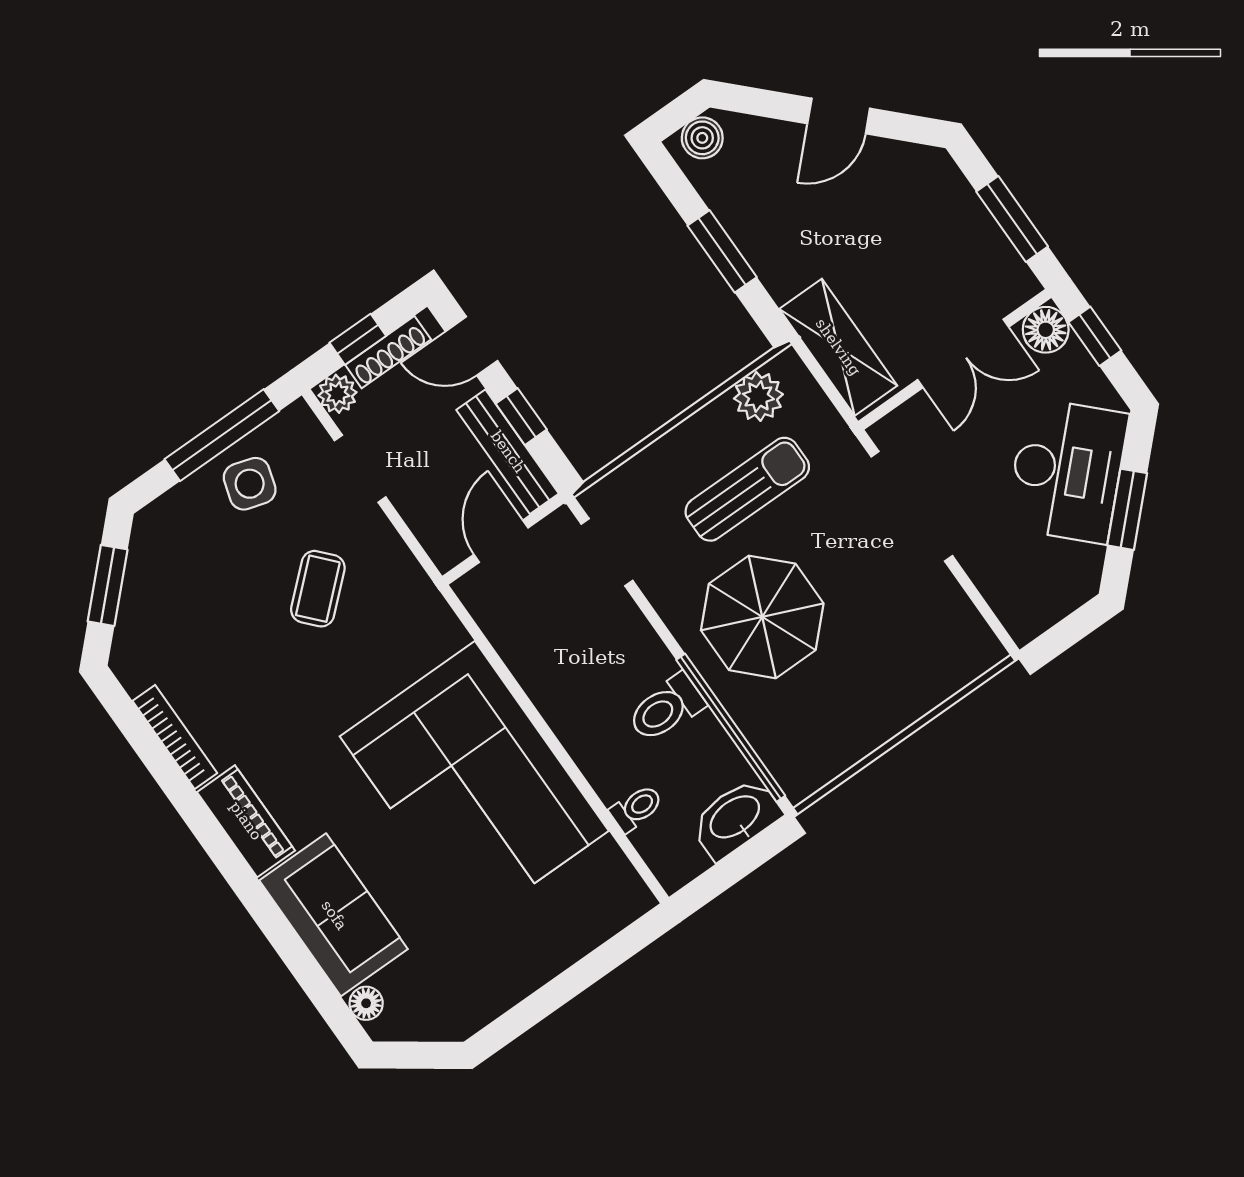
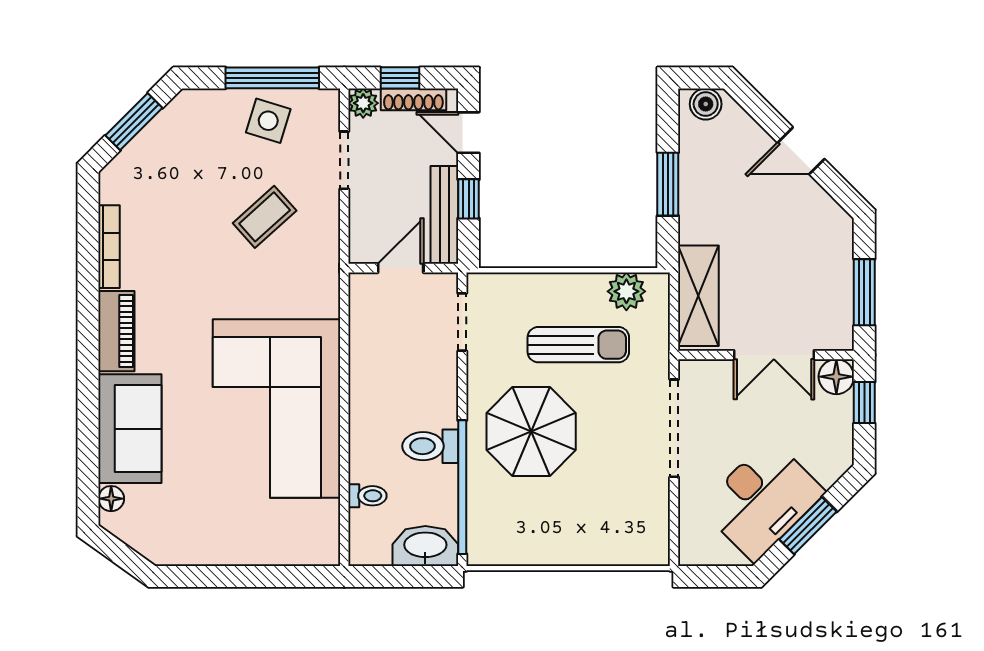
desk: (1067, 471) -> (762, 500), moved

